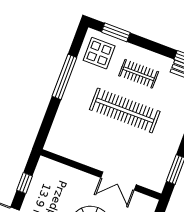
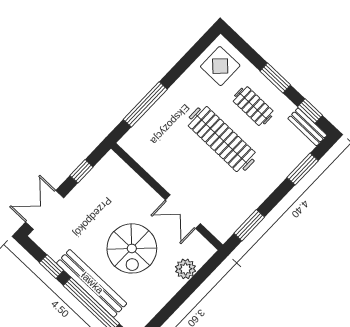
window: (116, 32) -> (275, 78), moved
window: (64, 77) -> (145, 104), moved

